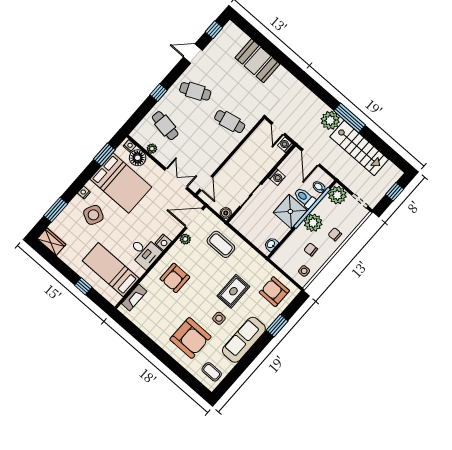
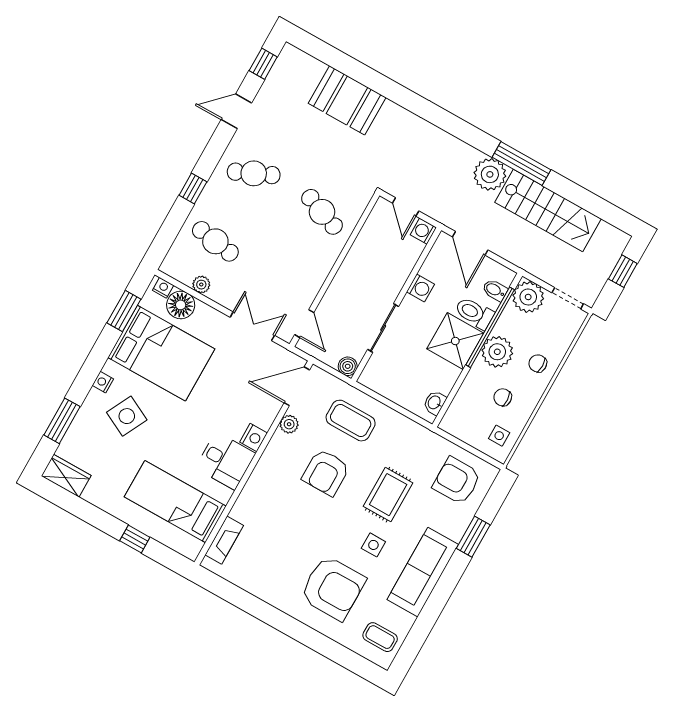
cafe table: (230, 122) -> (322, 212), turned 33
armchair: (175, 278) -> (326, 472), moved

